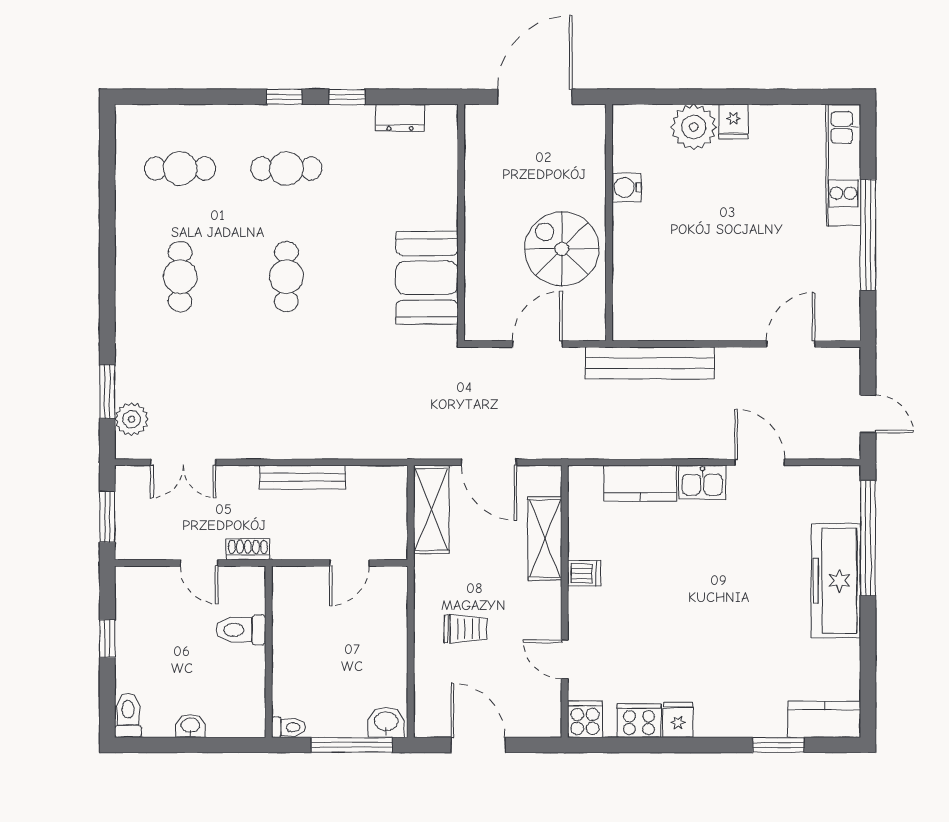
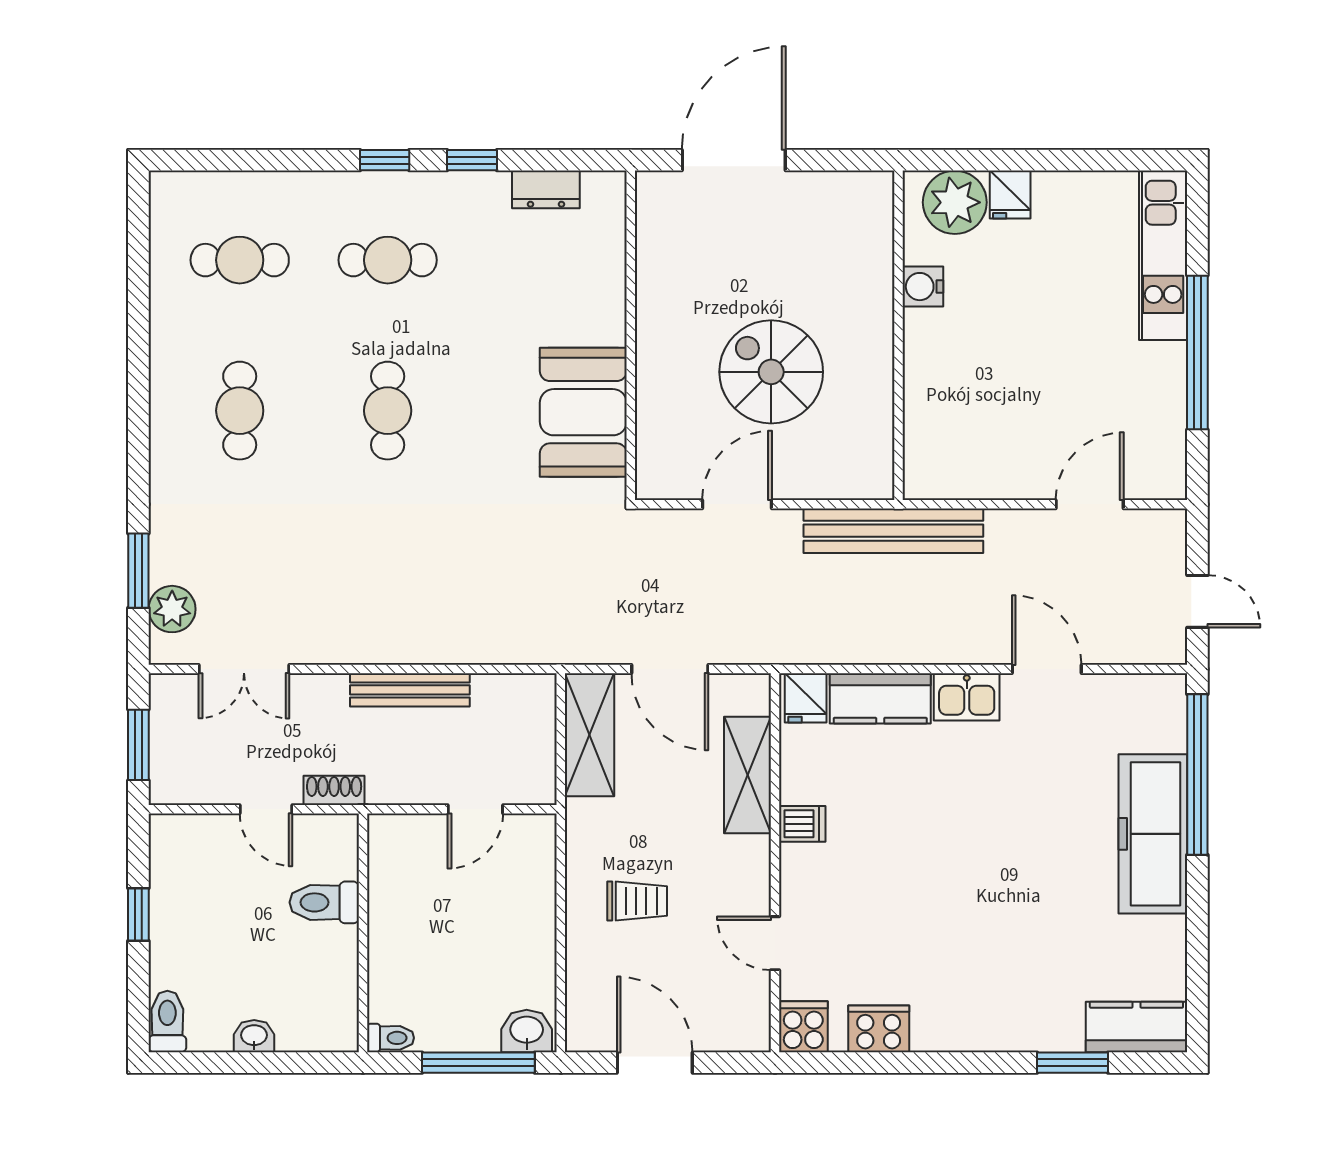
water cooler: (626, 188) -> (923, 287), moved
wall: (609, 223) -> (899, 335), moved
fridge: (678, 720) -> (806, 698), moved, turned 180

